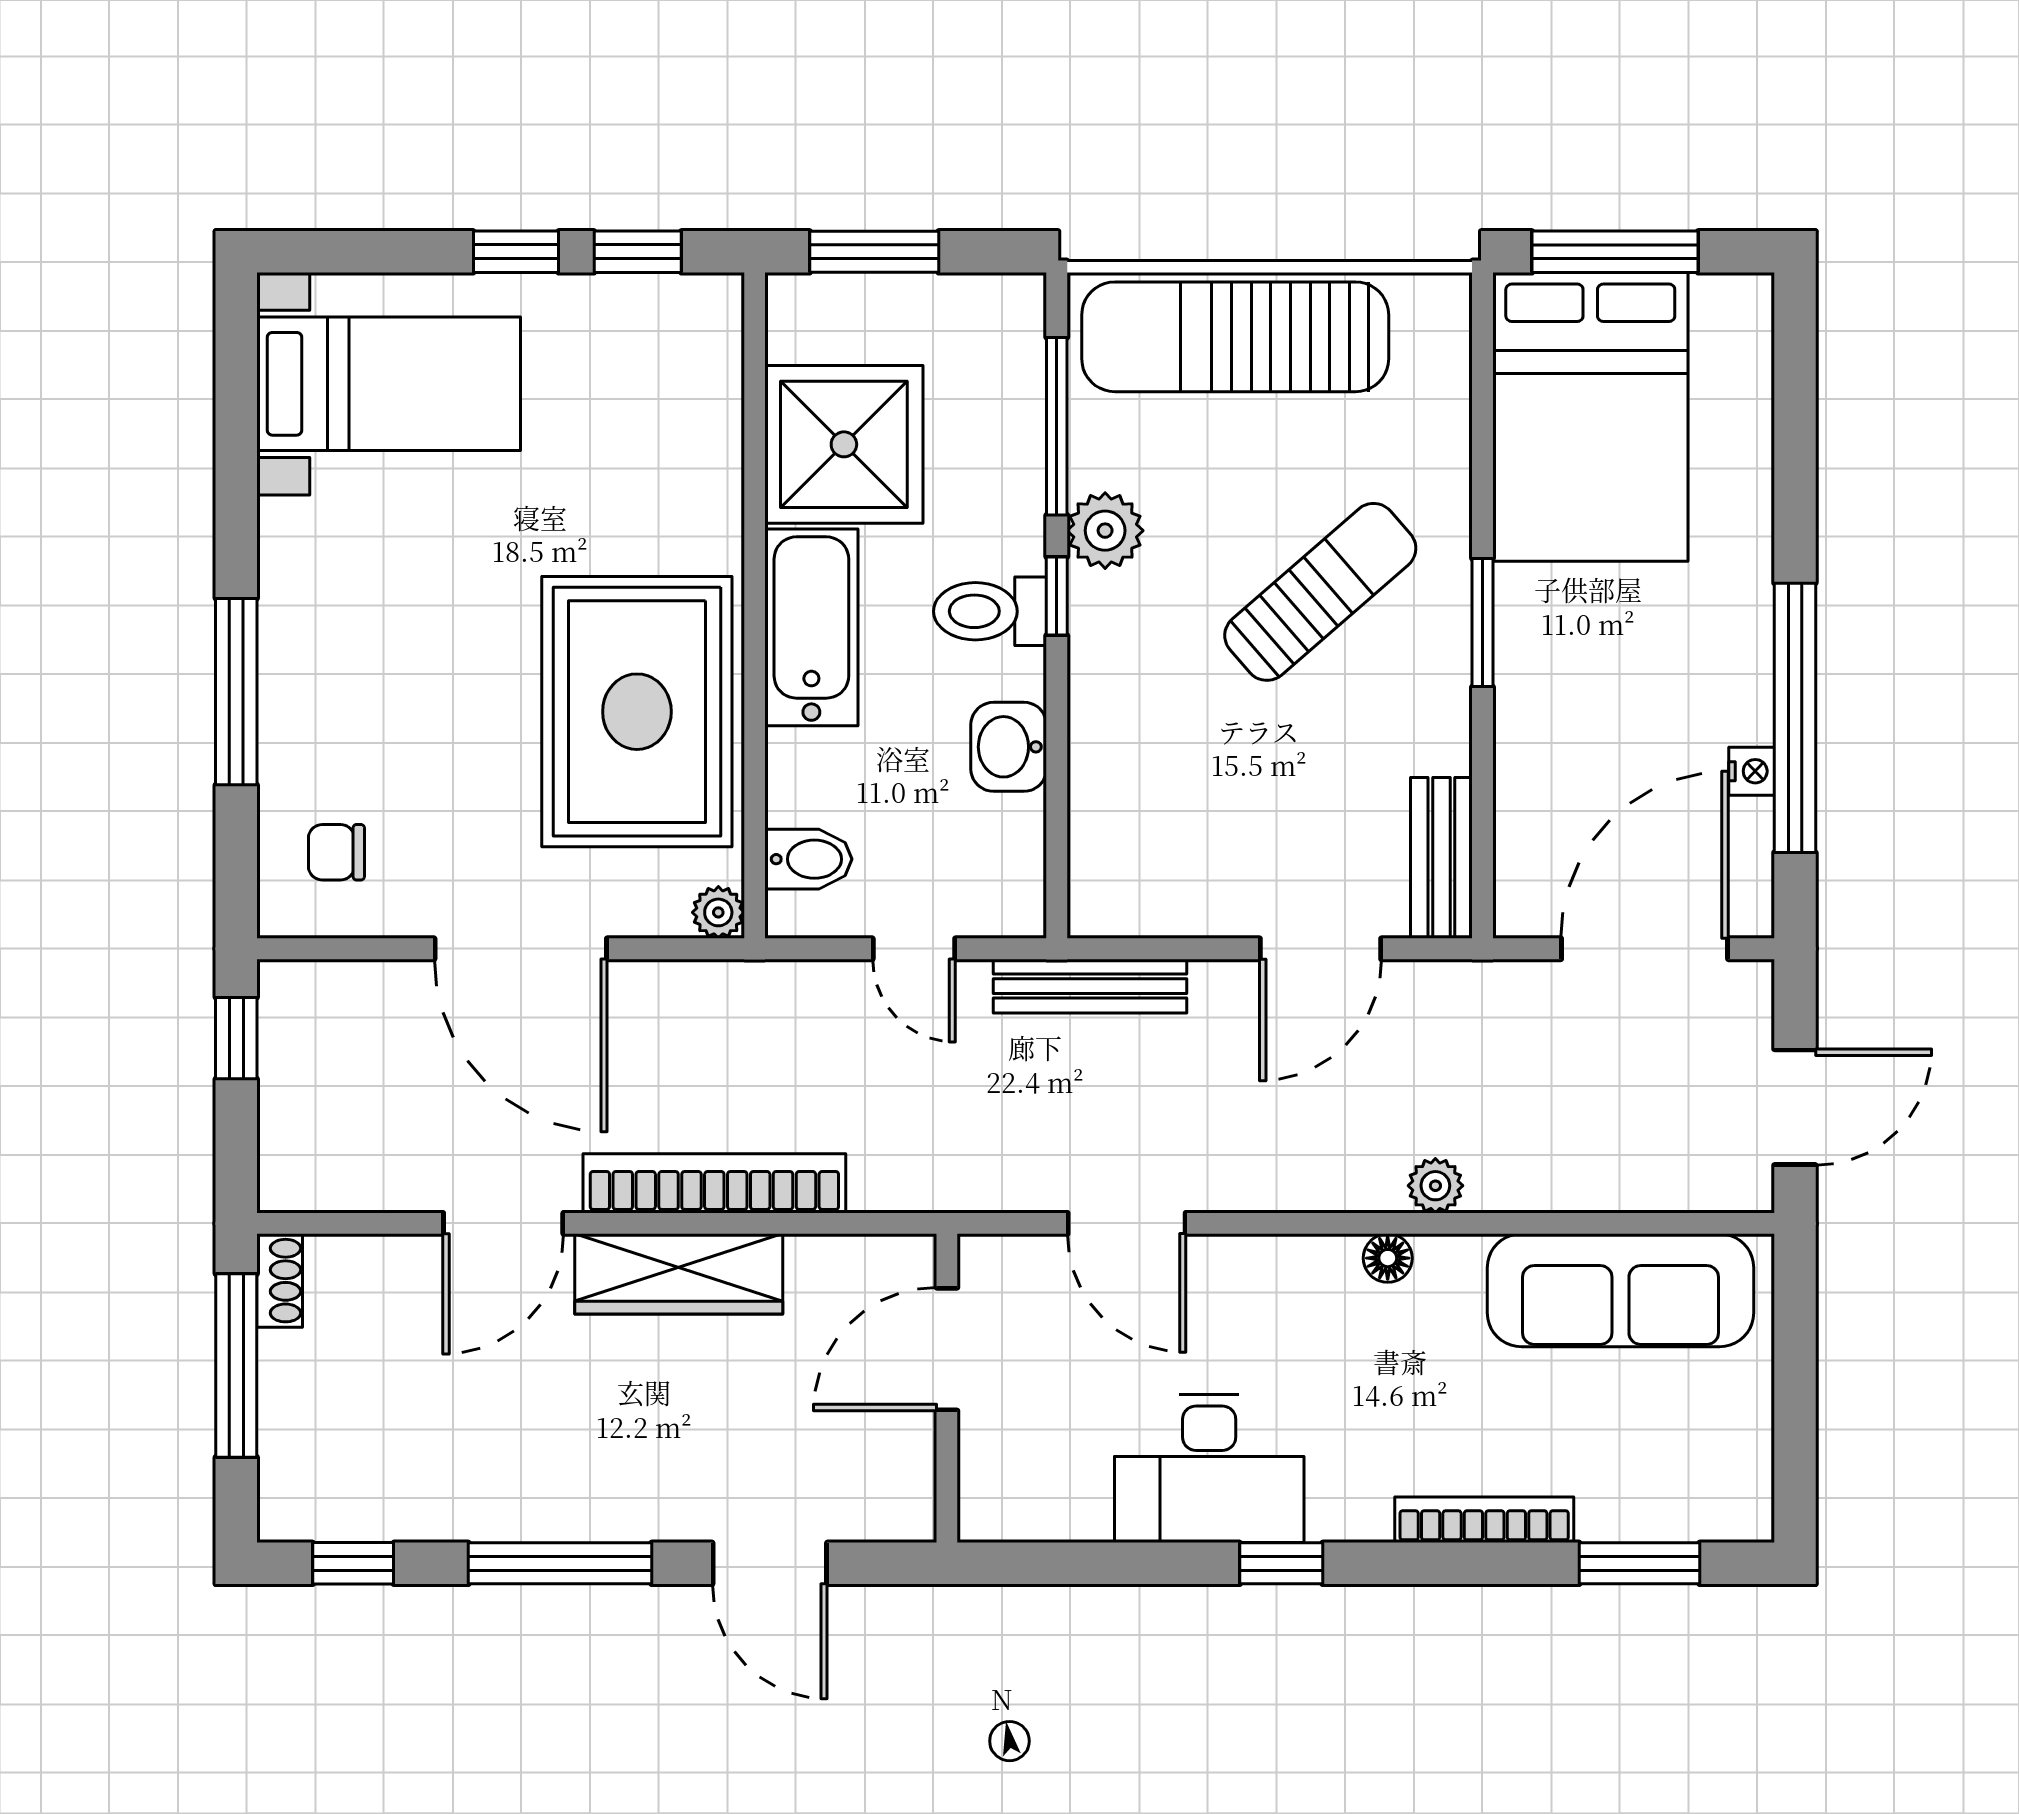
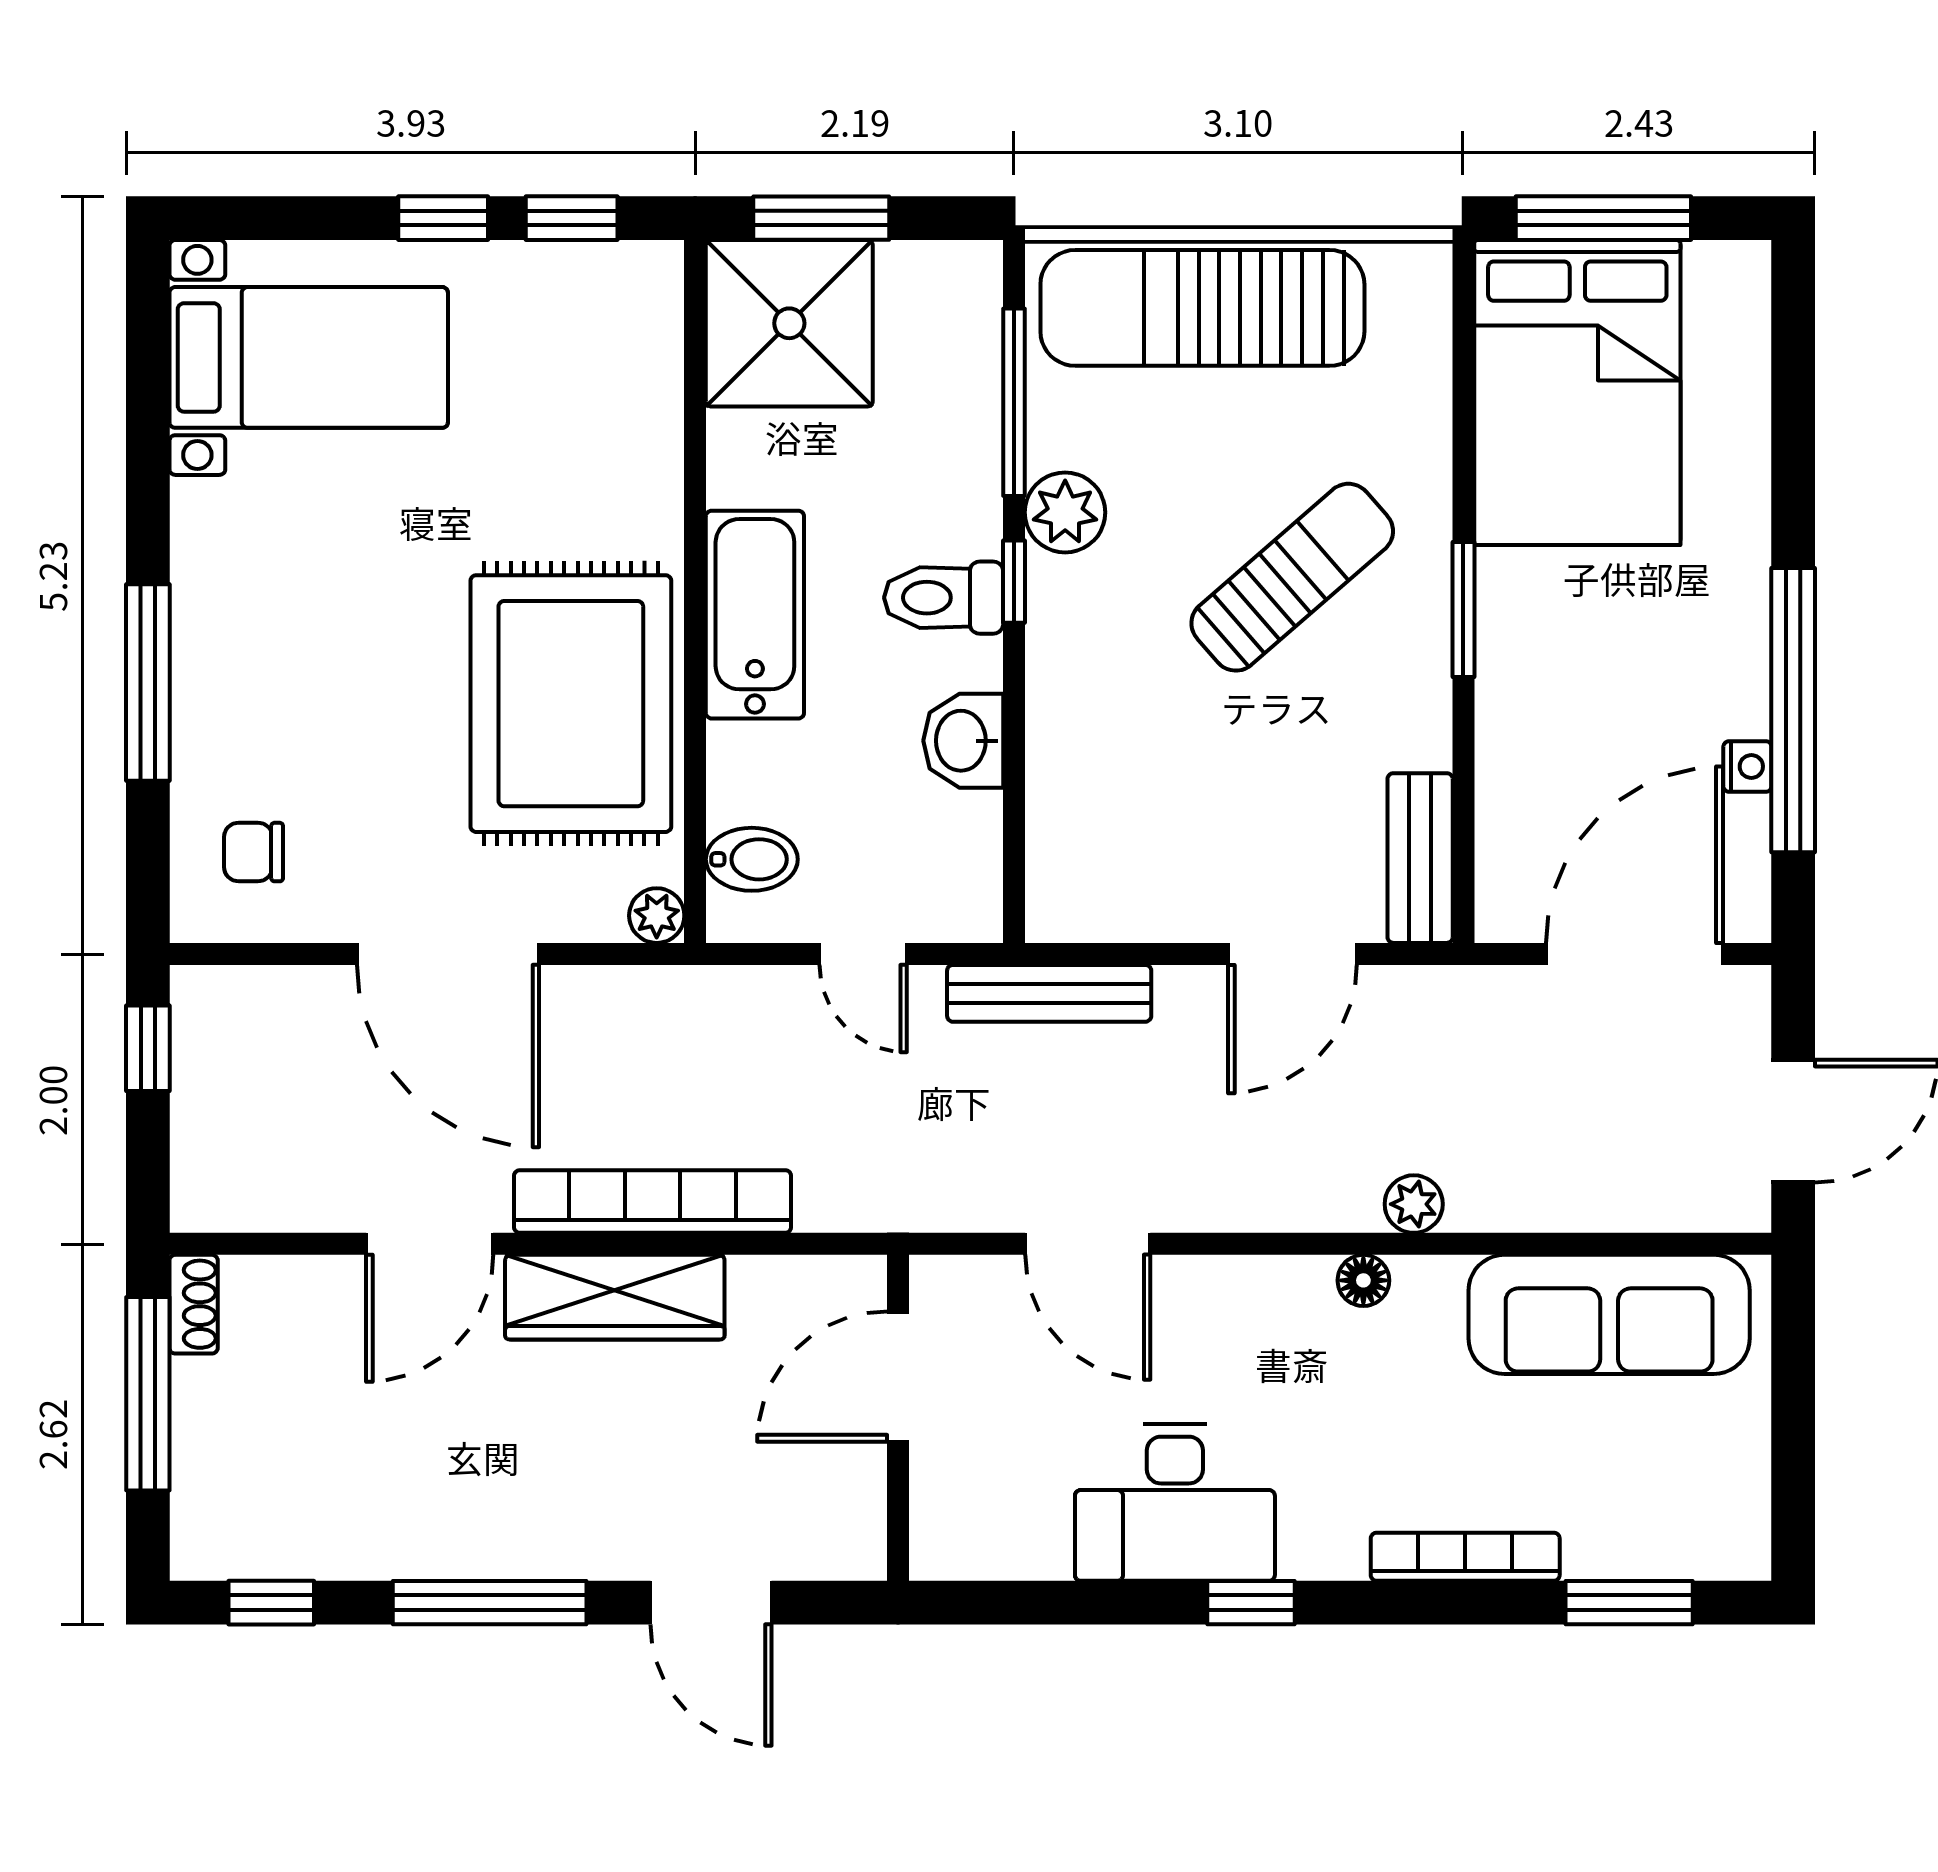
shower: (844, 444) -> (789, 323), moved

